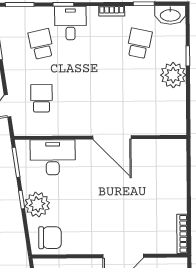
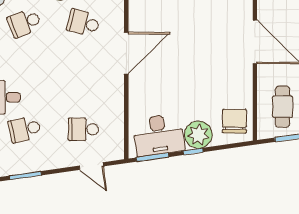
school desk: (139, 43) -> (25, 23), turned -33
school desk: (140, 98) -> (83, 23), added
desk: (53, 157) -> (159, 135), moved, turned -98

